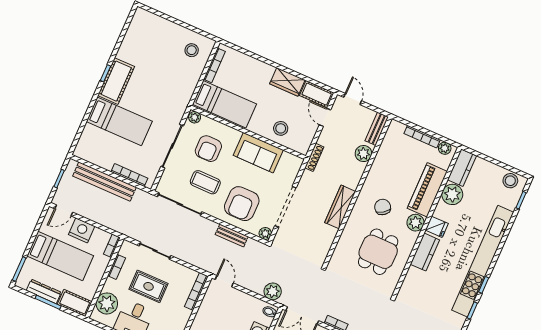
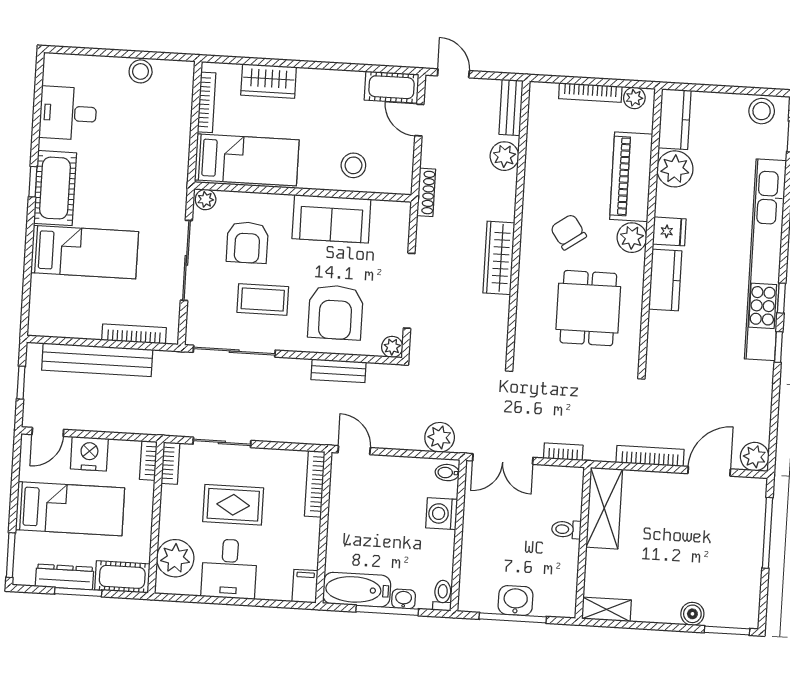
desk: (138, 44) -> (68, 113), added
stool: (192, 50) -> (141, 71), moved
wardrobe: (287, 82) -> (269, 81), moved
bookcase: (116, 267) -> (170, 463), moved

